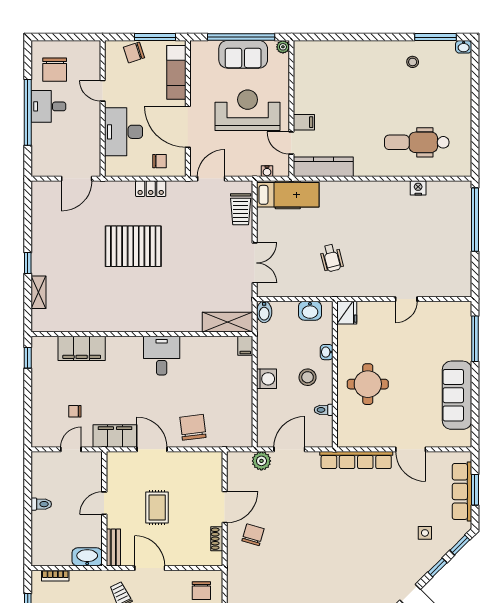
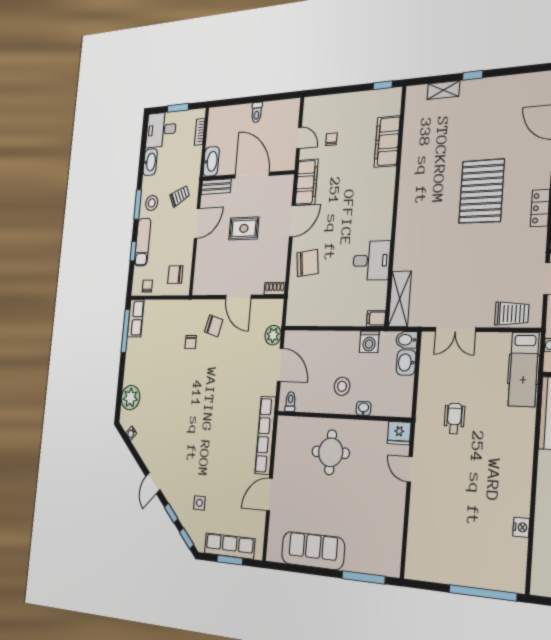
trolley: (241, 209) -> (512, 313), turned 180
wheelchair: (332, 258) -> (454, 418), turned 104
door: (406, 299) -> (410, 469), moved
washbasin: (310, 311) -> (406, 362), moved
desk: (162, 356) -> (371, 261), moved
washing machine: (267, 379) -> (369, 342), moved
toilet: (324, 410) -> (290, 402), moved
door: (104, 503) -> (252, 175), width x1.88
shoe rack: (217, 539) -> (275, 288), moved
chair: (269, 562) -> (191, 342), added

